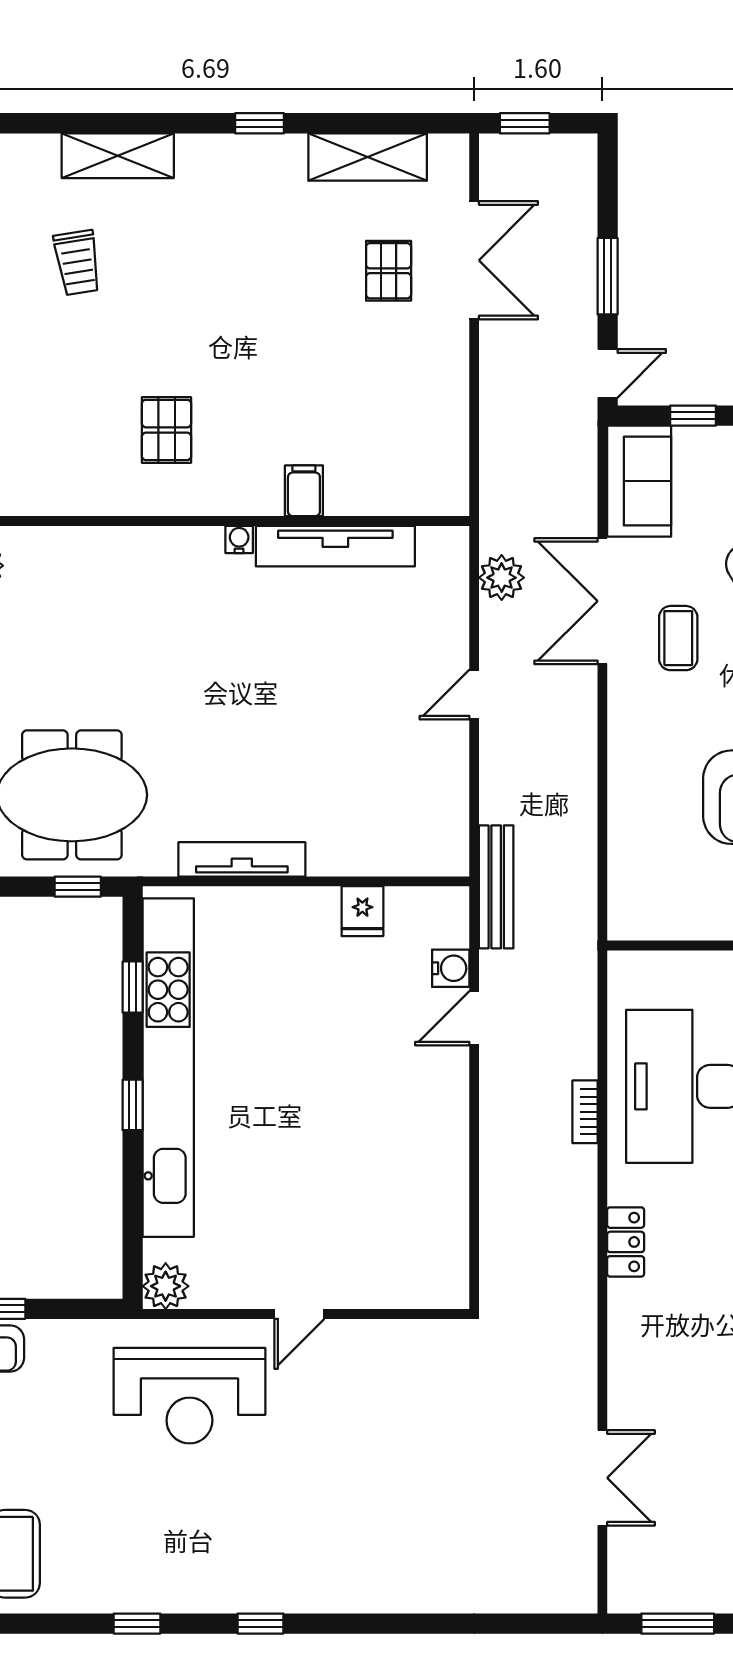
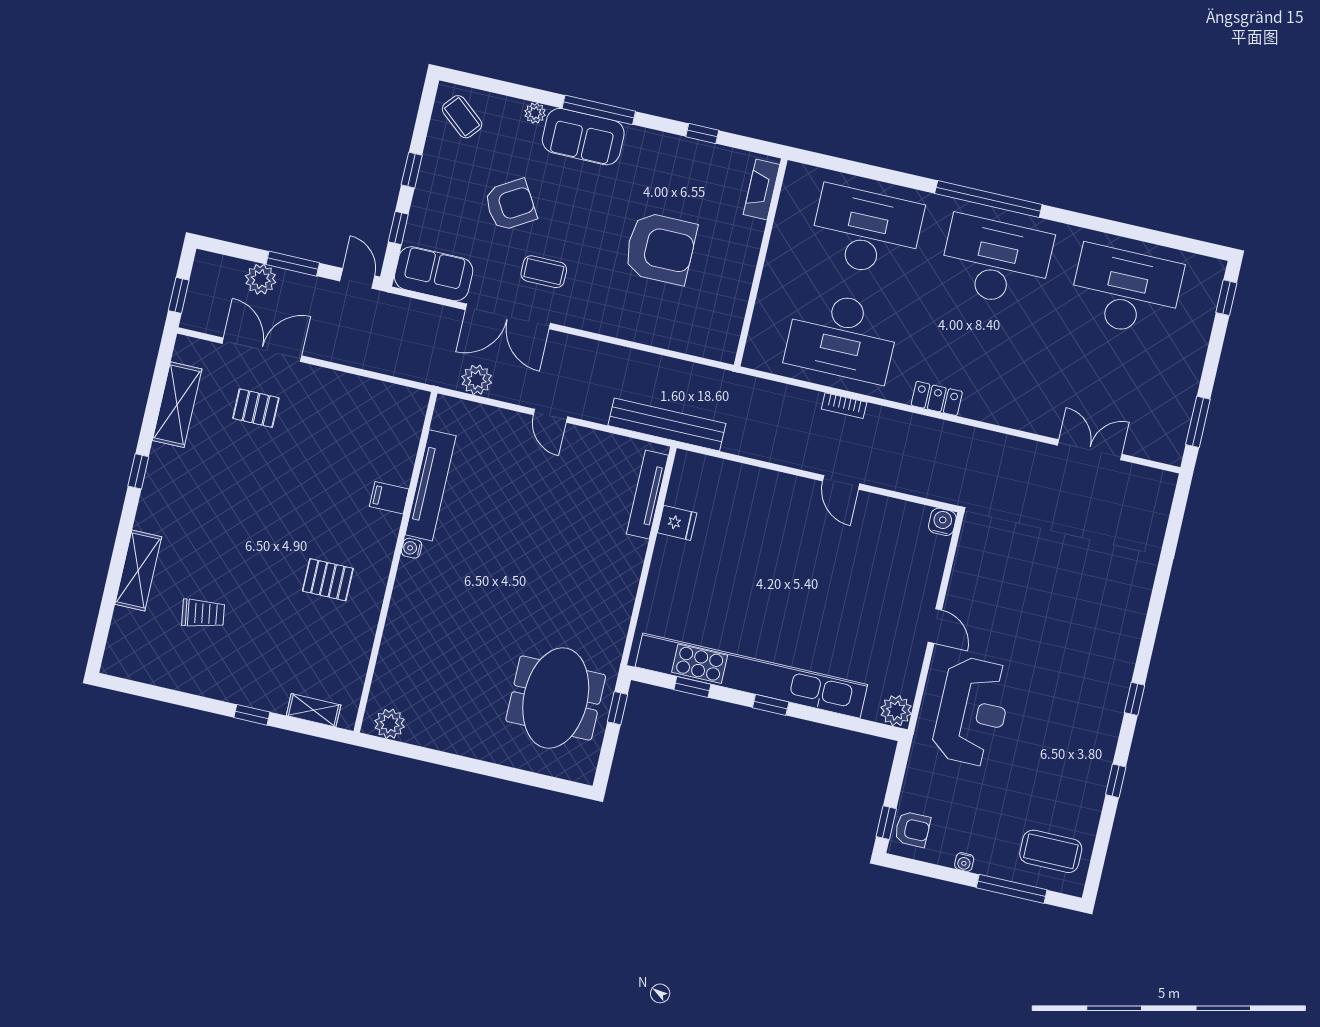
plant: (575, 235) -> (261, 279), added
tv unit: (242, 859) -> (647, 495), moved
bench: (496, 887) -> (667, 424), width x1.37, depth x1.21
water cooler: (451, 968) -> (942, 522), moved
door: (474, 1018) -> (841, 482), moved

